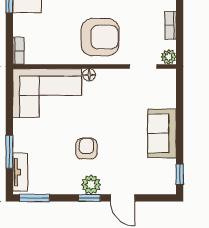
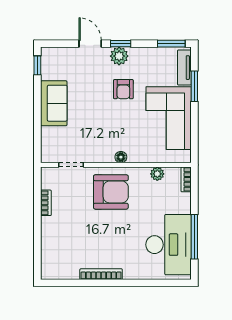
armchair: (100, 37) -> (111, 192), turned 180
plant: (169, 57) -> (157, 174), moved
corner sofa: (47, 93) -> (169, 118), moved, turned -90

